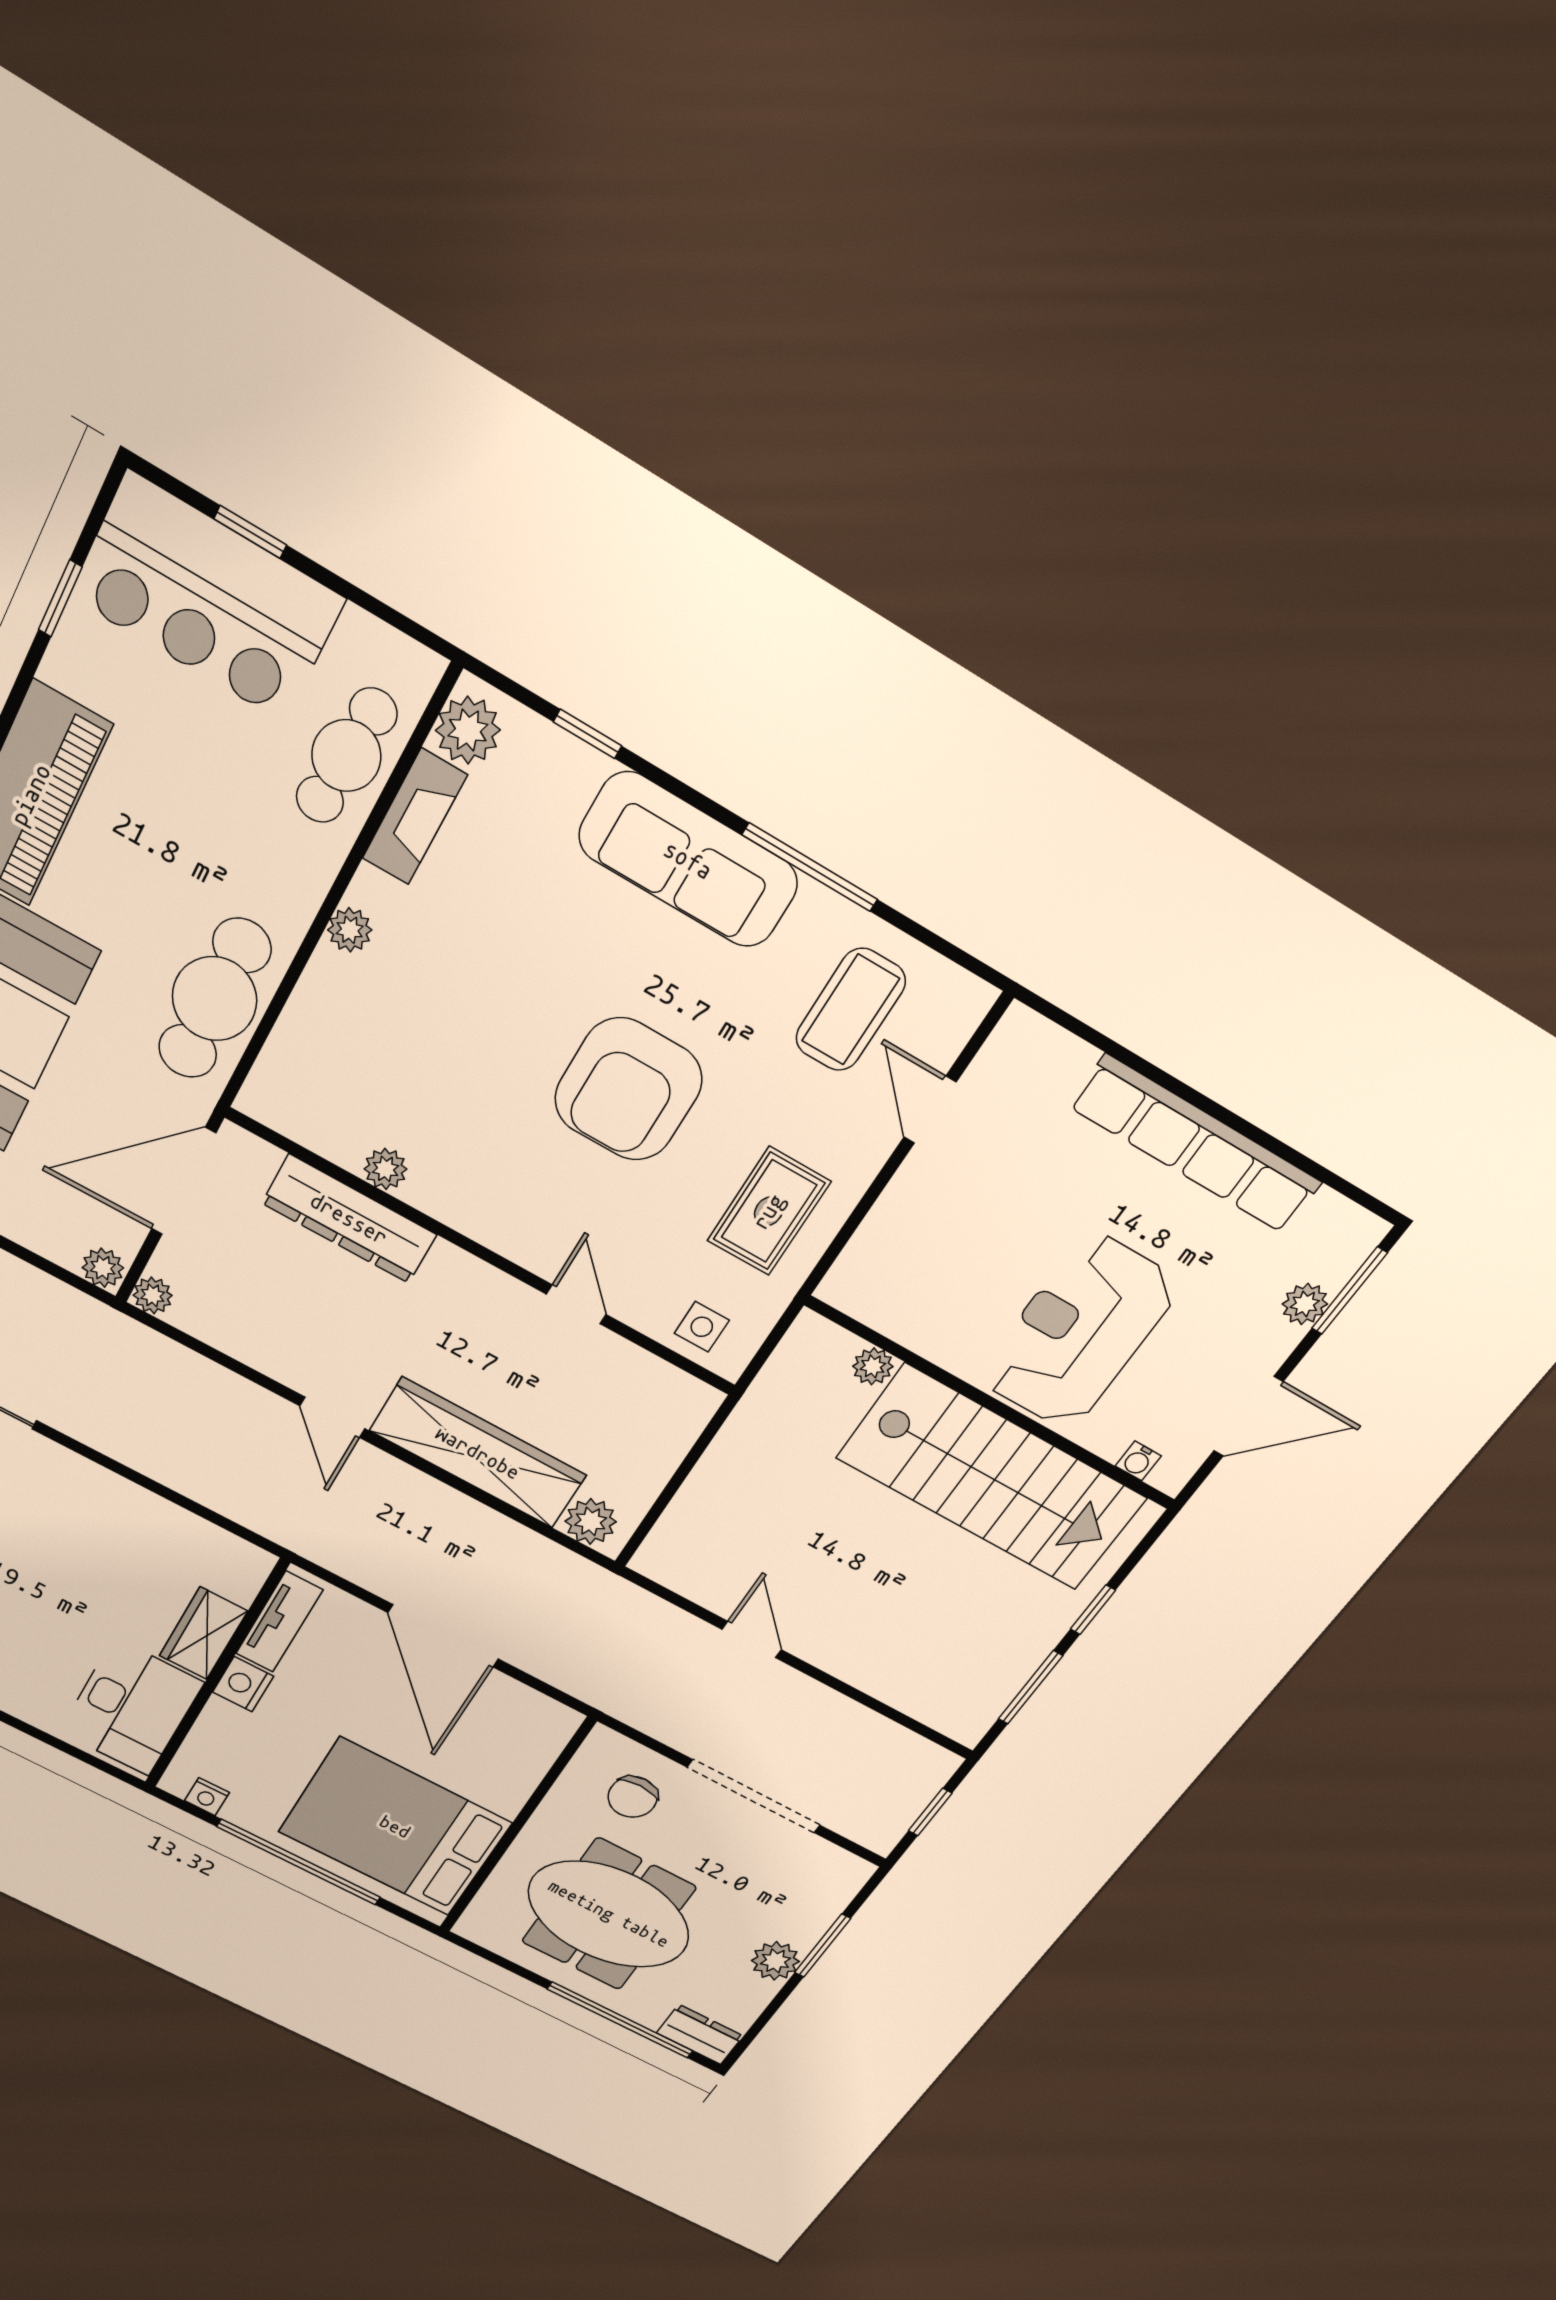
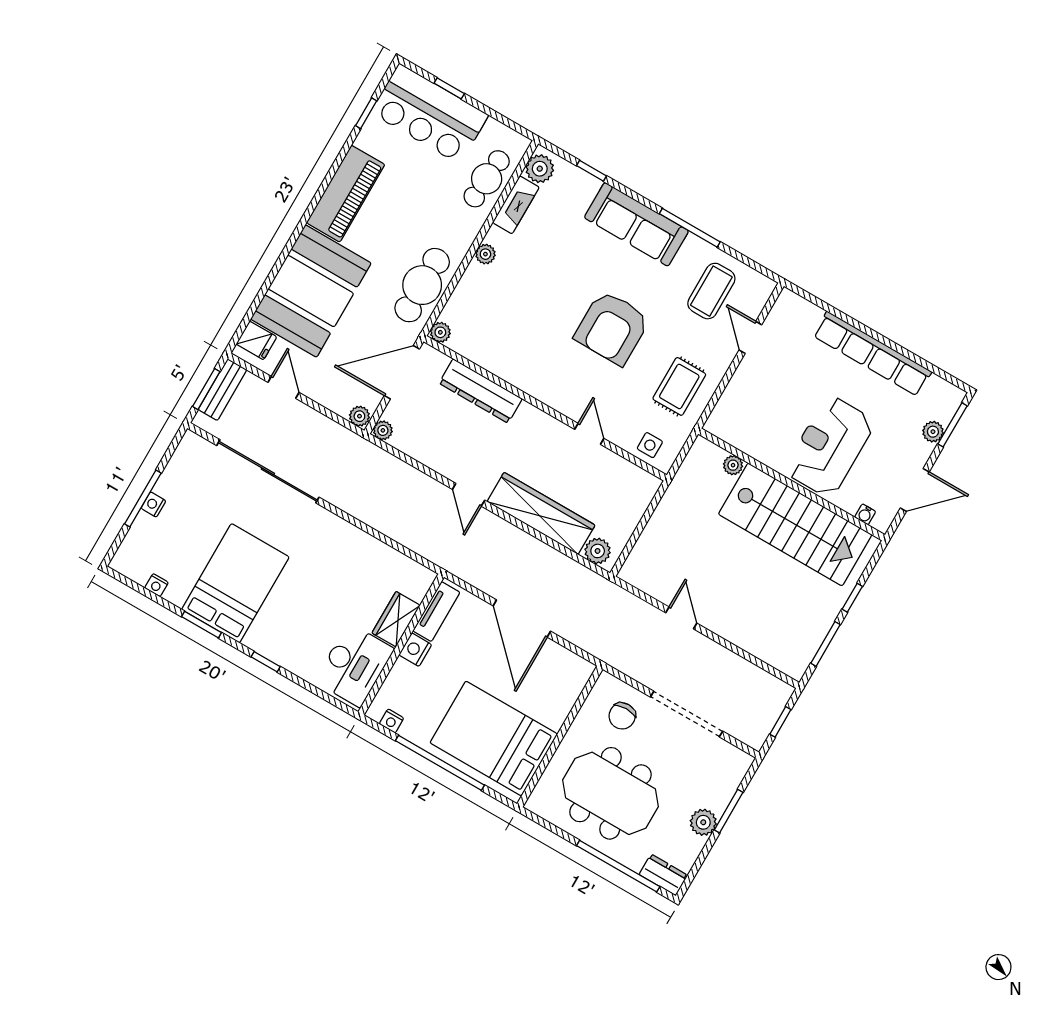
plant: (385, 1169) -> (440, 332), moved

